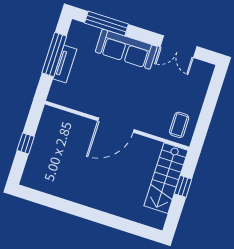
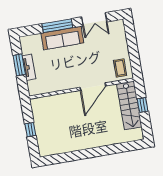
window: (107, 24) -> (57, 26), moved
window: (54, 54) -> (19, 65), width x0.69
door: (116, 125) -> (93, 87), moved

